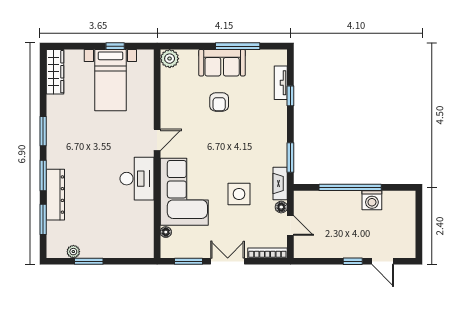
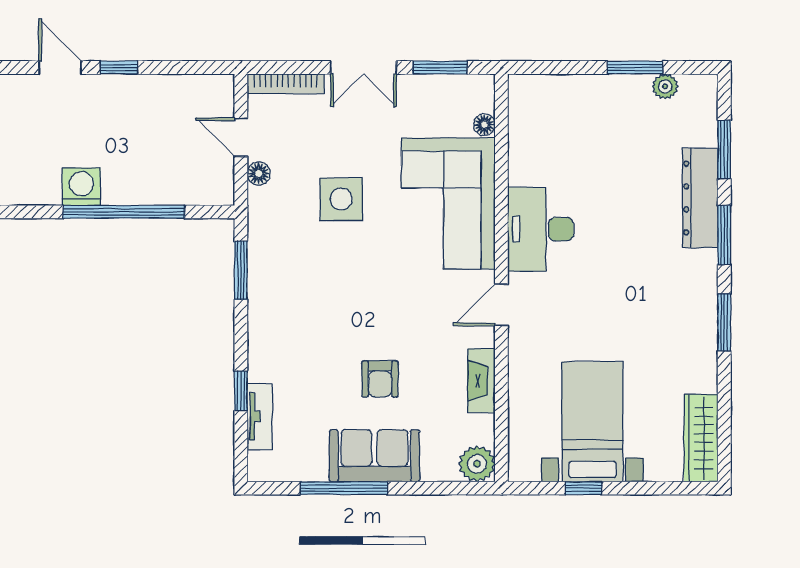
armchair: (219, 102) -> (380, 379), turned 180
fireplace: (280, 183) -> (481, 381), moved, turned 180

